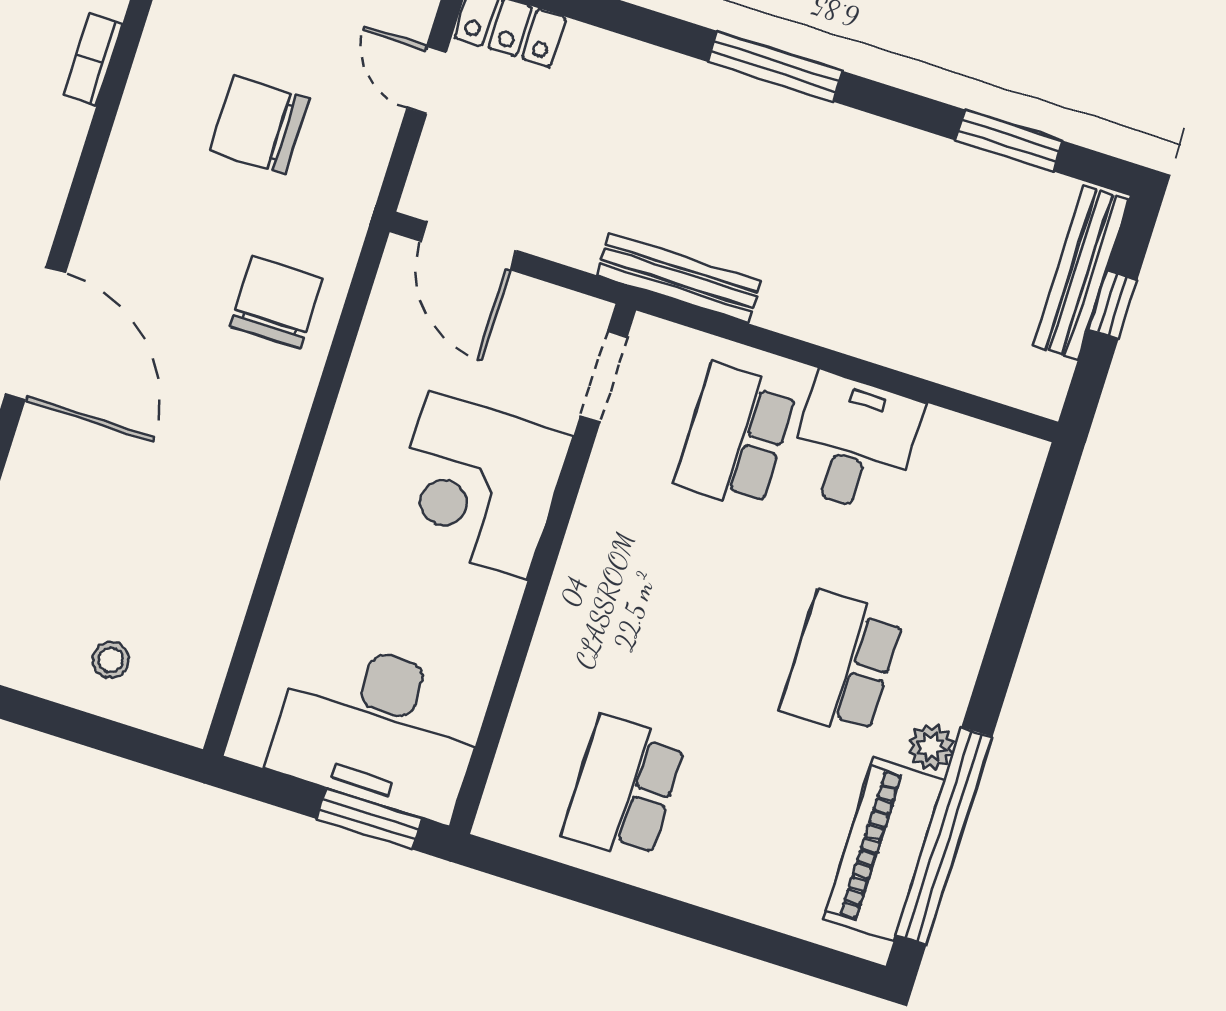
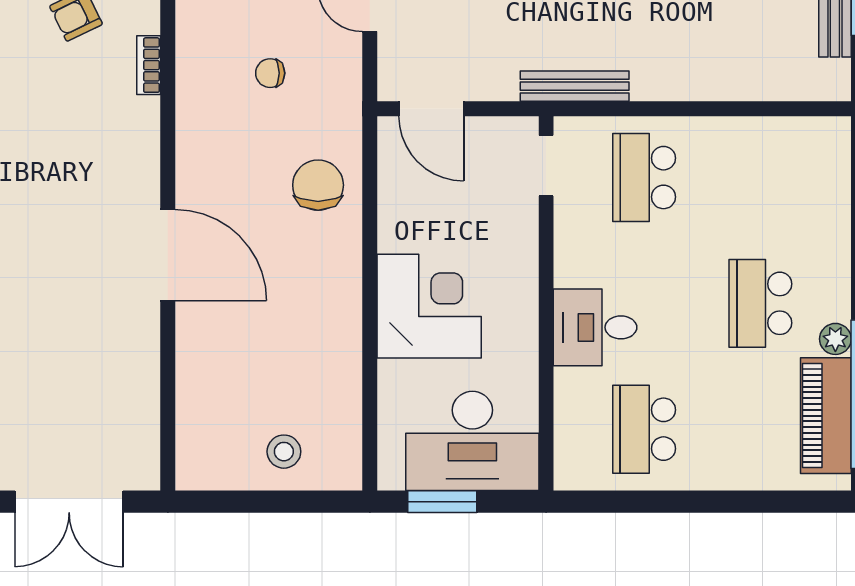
chair: (259, 125) -> (270, 73), width x0.54, depth x0.54
desk: (854, 443) -> (595, 327), moved, turned -90
corner desk: (478, 485) -> (429, 306), moved, turned 180
stool: (111, 660) -> (284, 452), width x1.37, depth x1.37
window: (369, 819) -> (442, 502), moved

